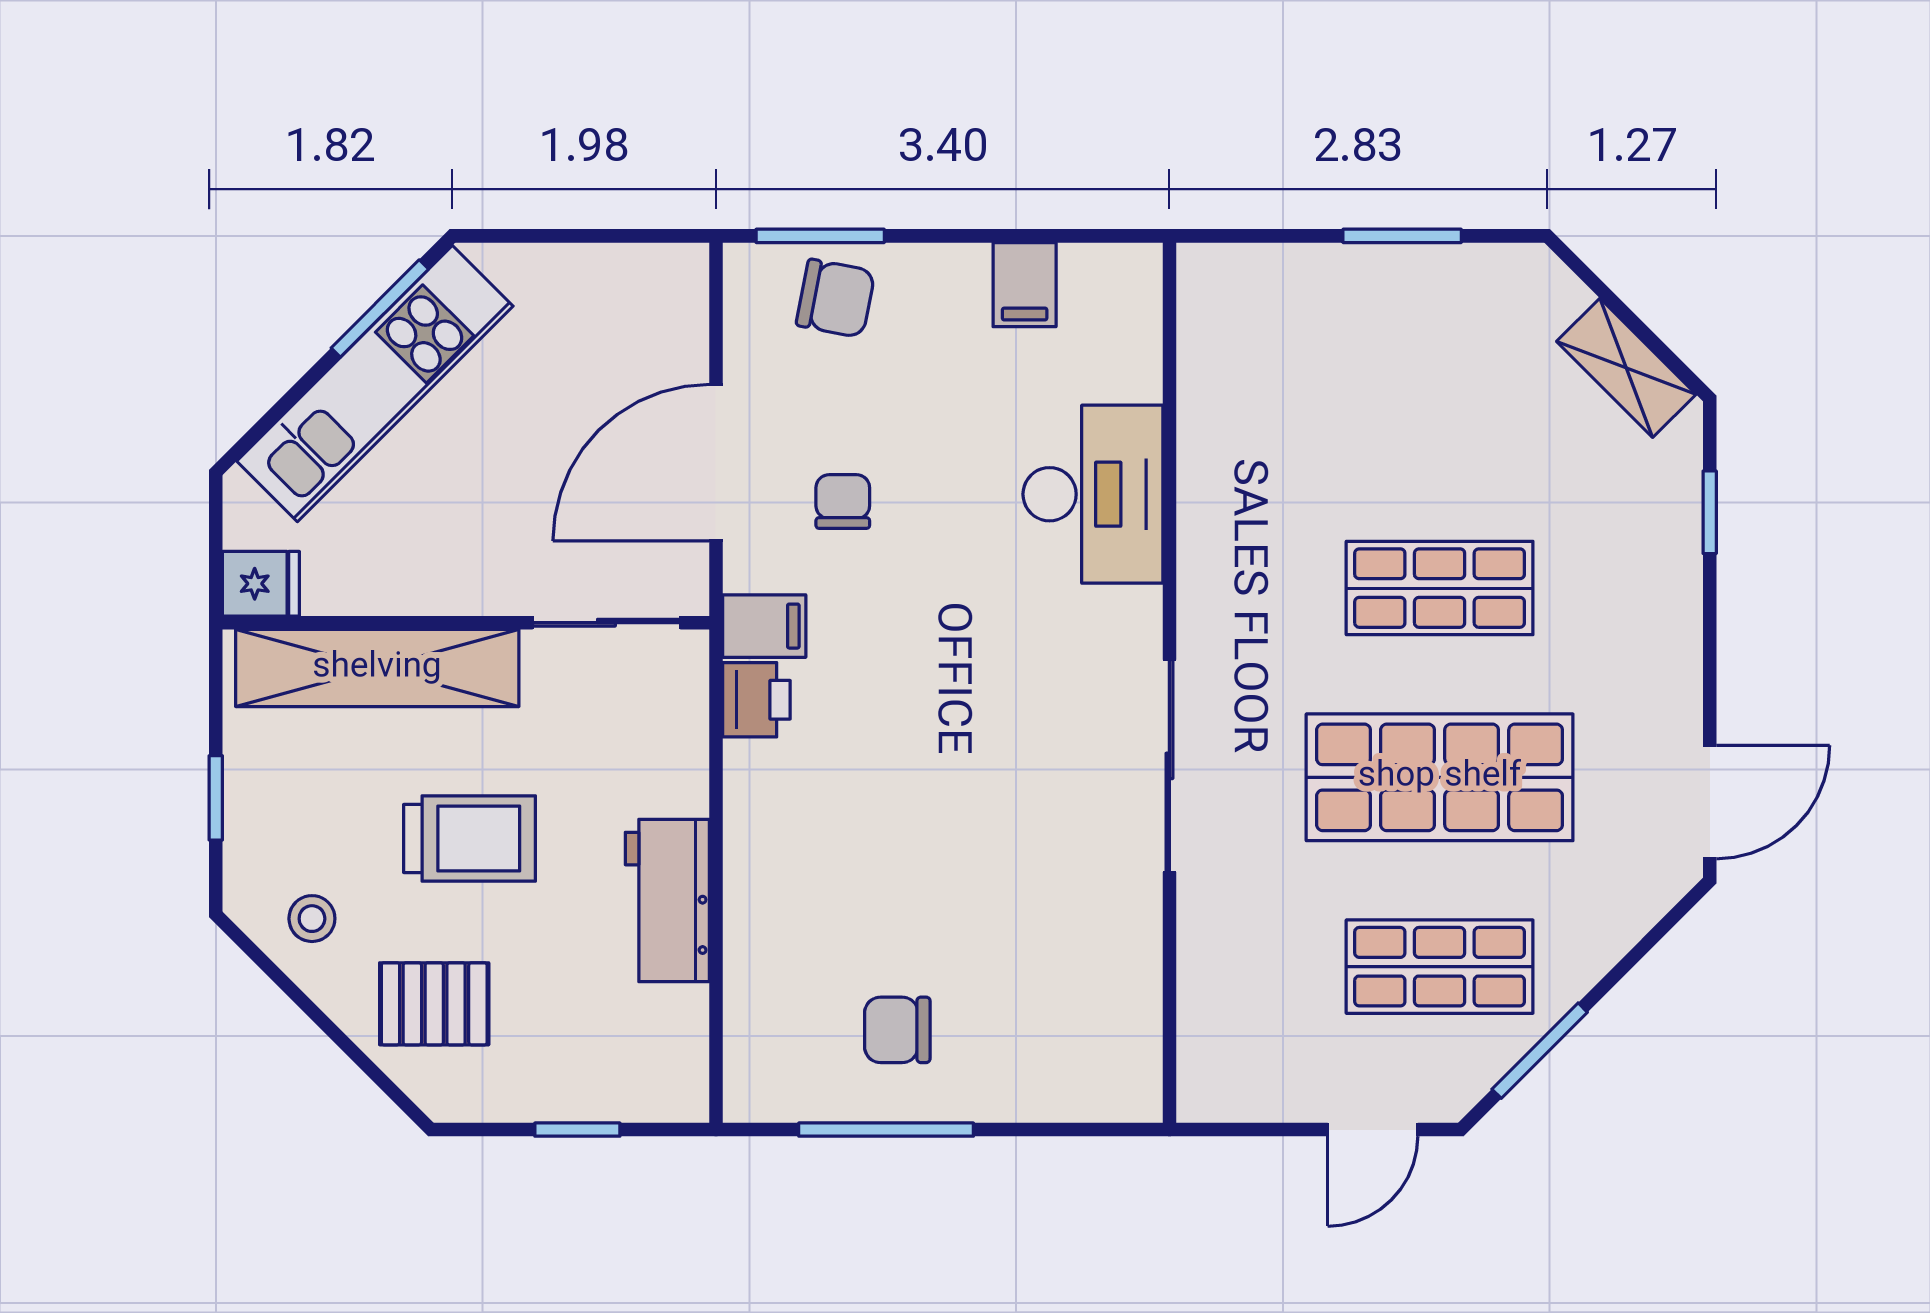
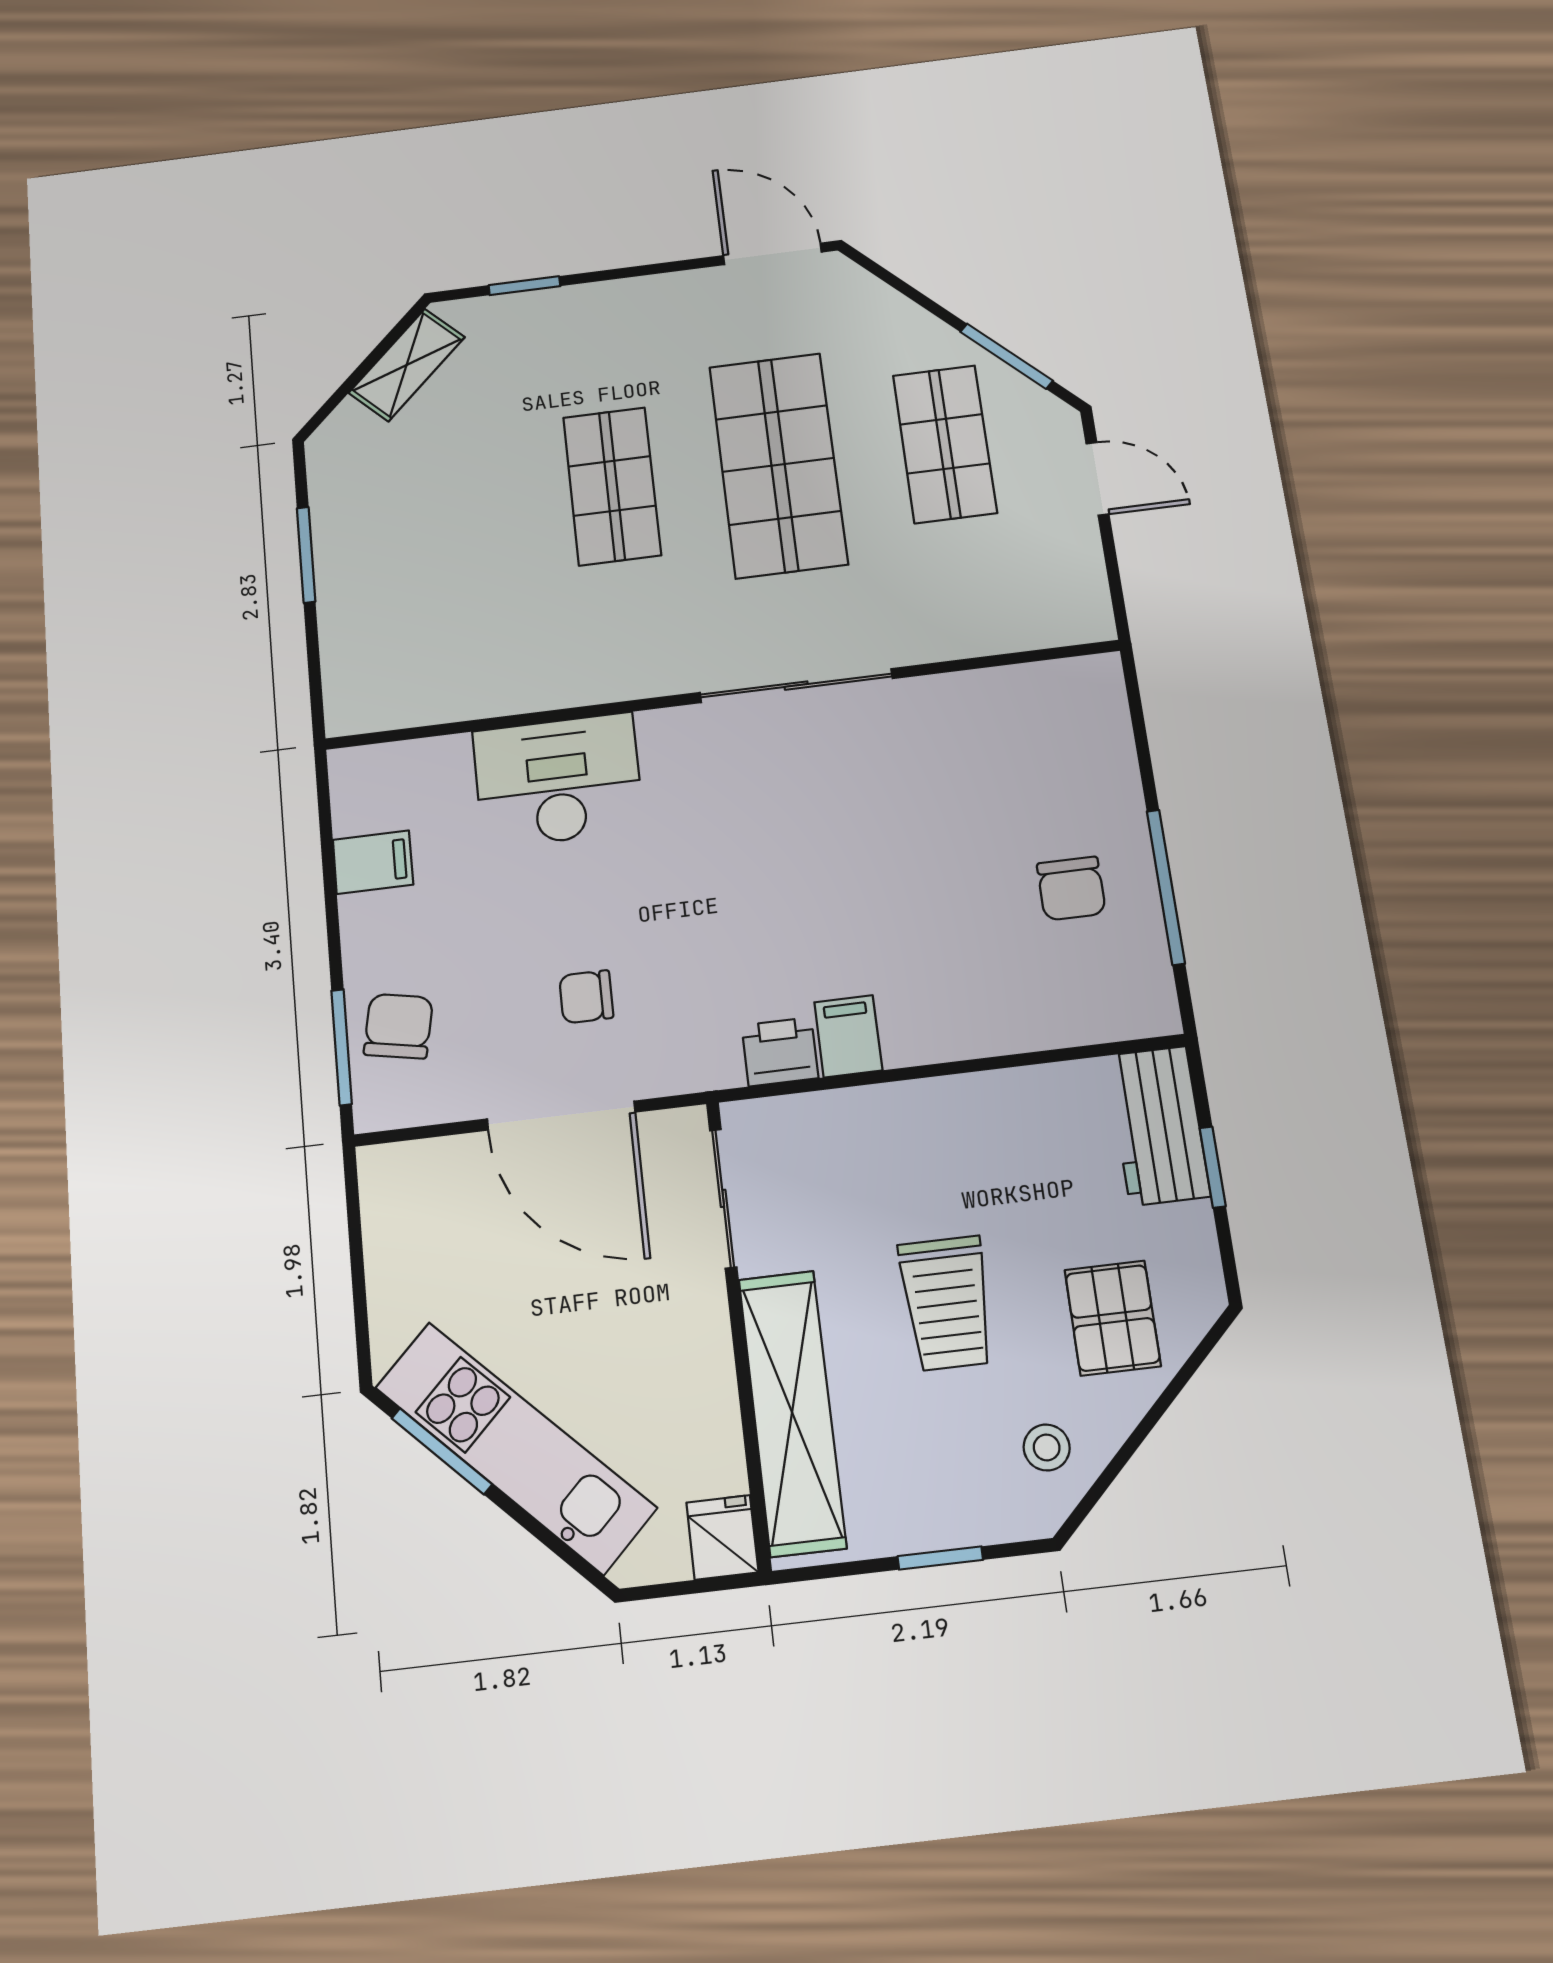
filing cabinet: (764, 626) -> (848, 1036), moved
trolley: (470, 838) -> (947, 1303), turned 180
workbench: (667, 901) -> (1158, 1126), moved, turned 90

